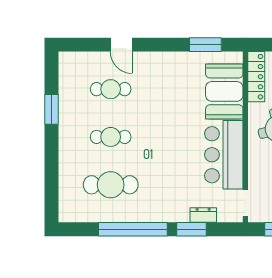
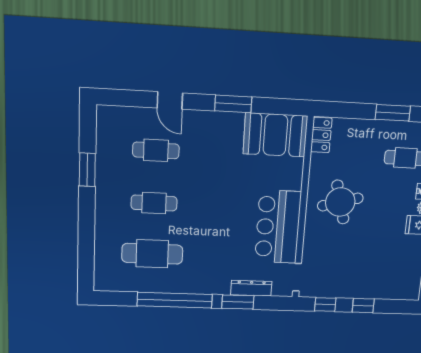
window: (205, 45) -> (233, 104), moved
locker: (256, 77) -> (321, 135), width x0.66
booth: (224, 91) -> (275, 135), moved, turned 90
dresser: (203, 215) -> (251, 288), width x1.44

